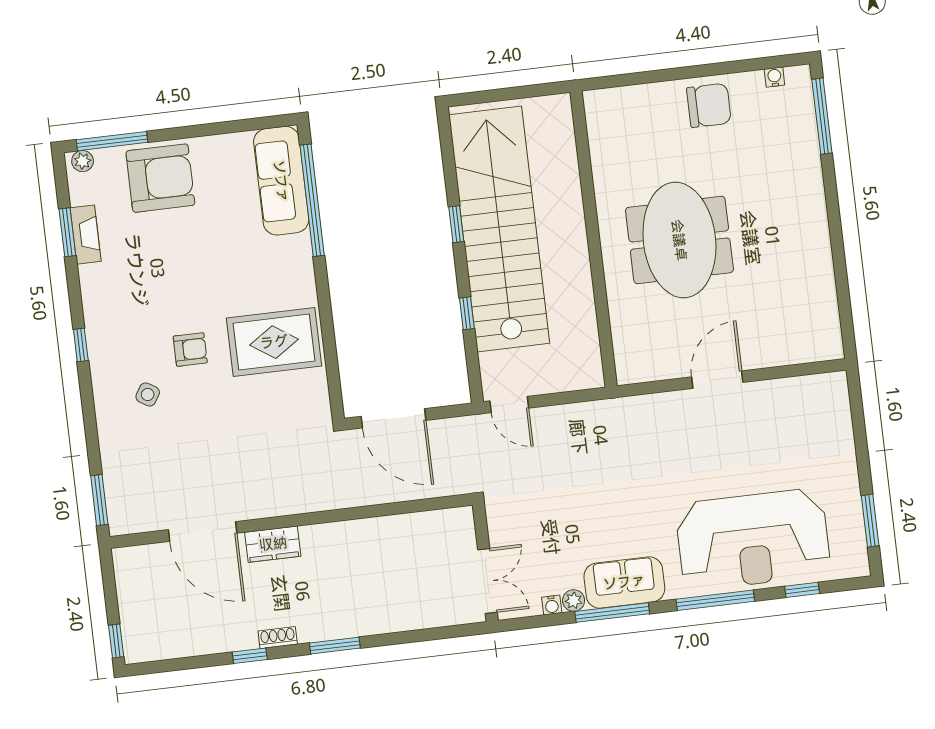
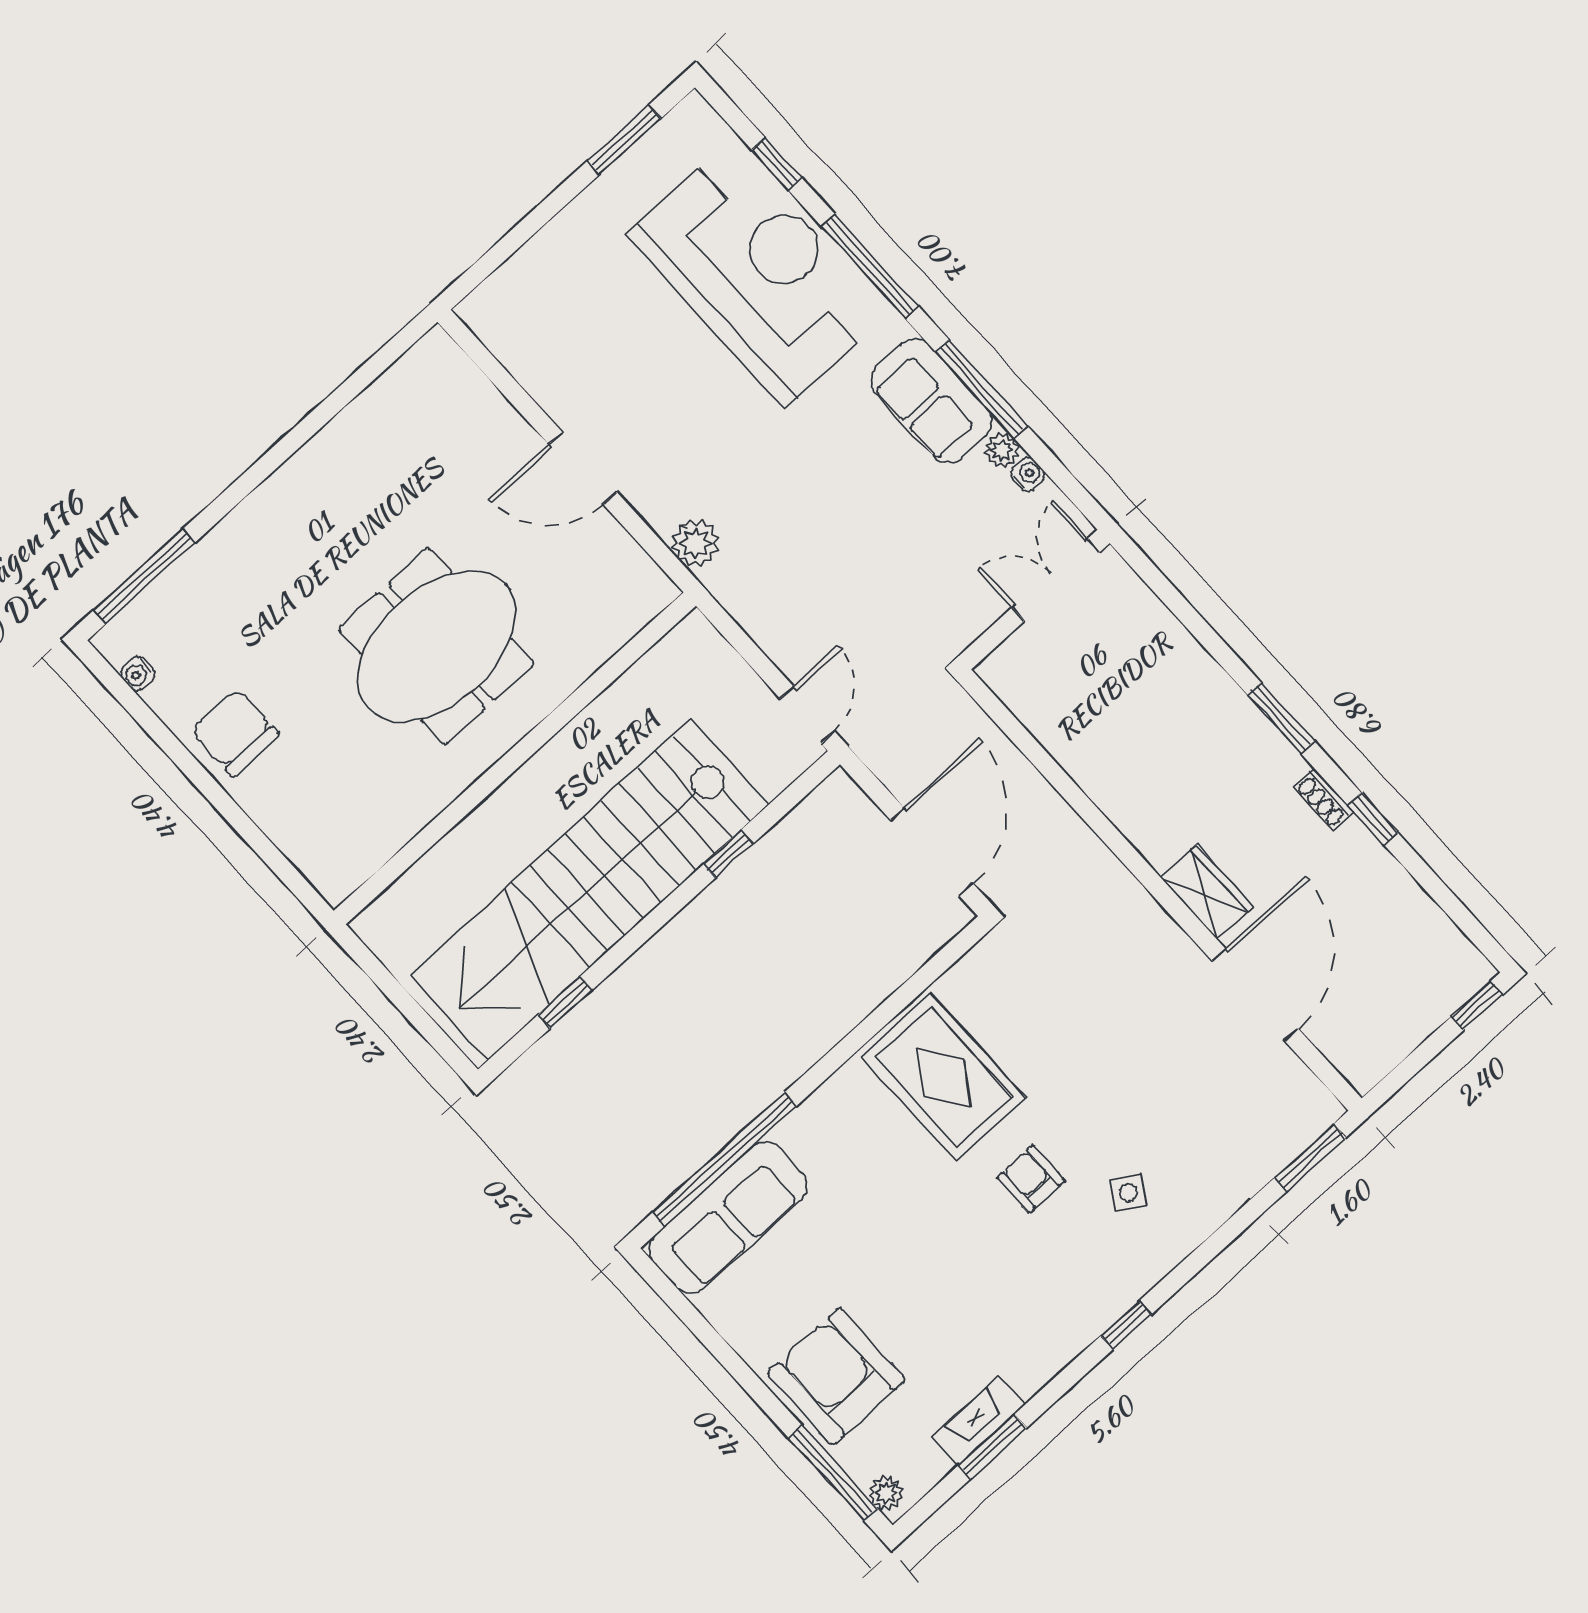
window: (456, 224) -> (565, 1002), moved
plant: (638, 410) -> (696, 543), added

